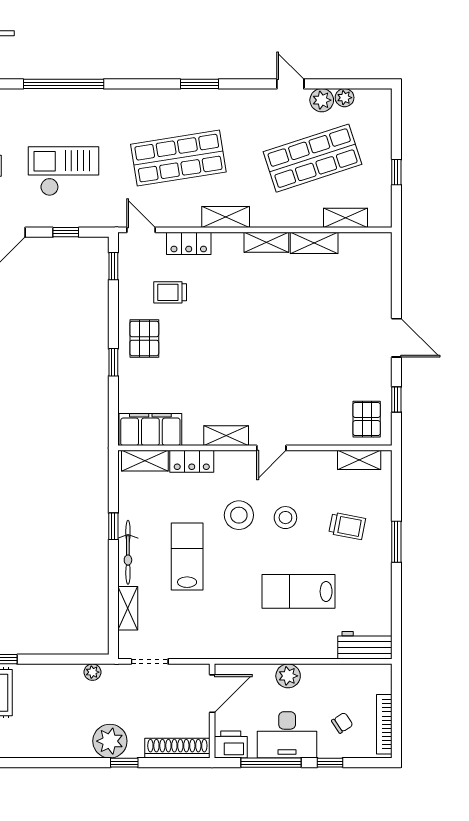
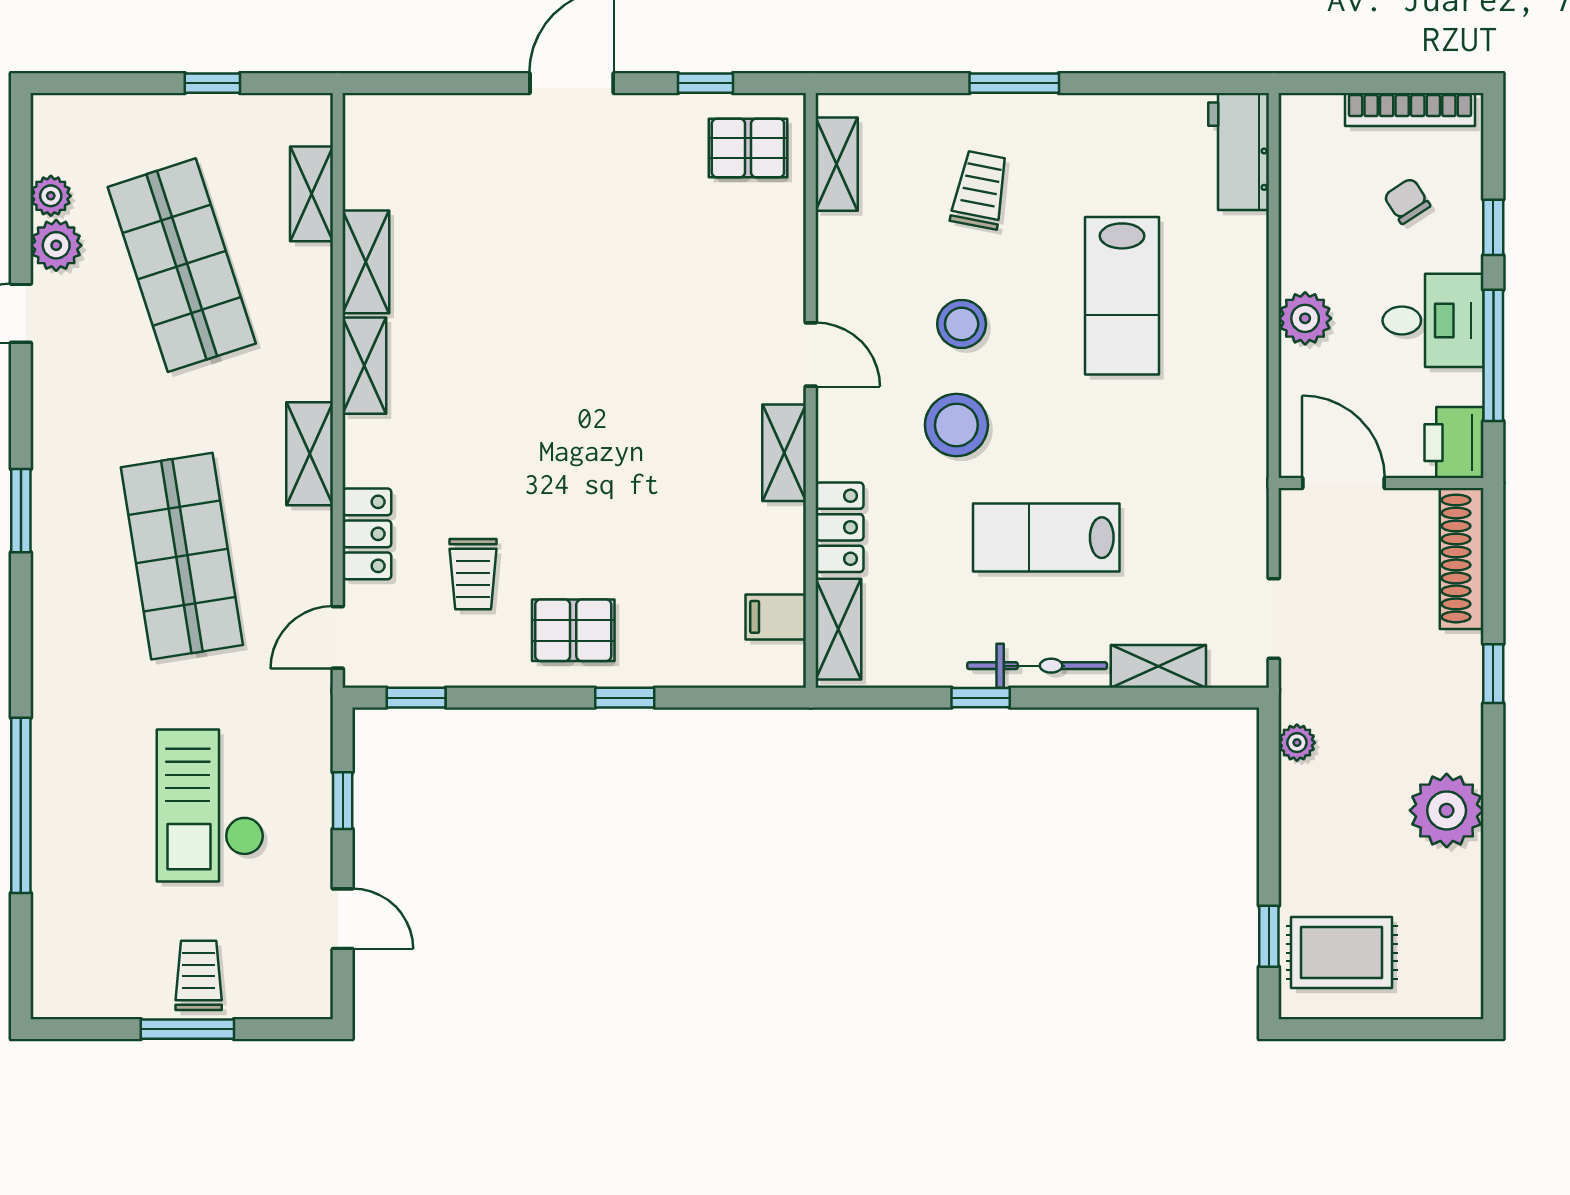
filing cabinet: (150, 430) -> (776, 617), width x0.33, depth x0.86
desk: (287, 735) -> (1433, 320), width x0.73
plant: (110, 741) -> (1447, 810), moved

